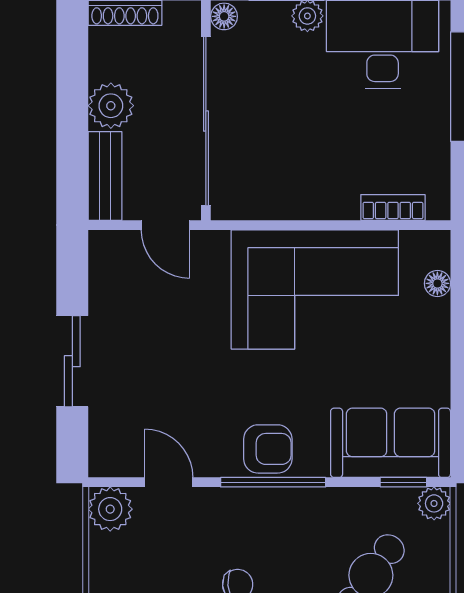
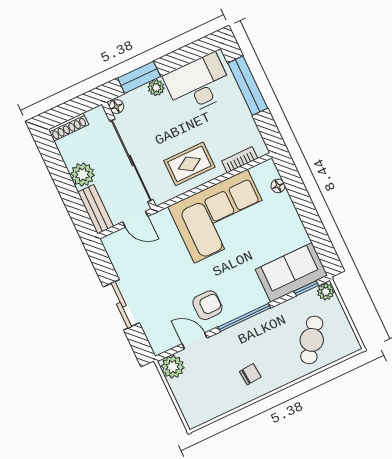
rug: (303, 174) -> (189, 164), added
armchair: (268, 449) -> (207, 305), moved

